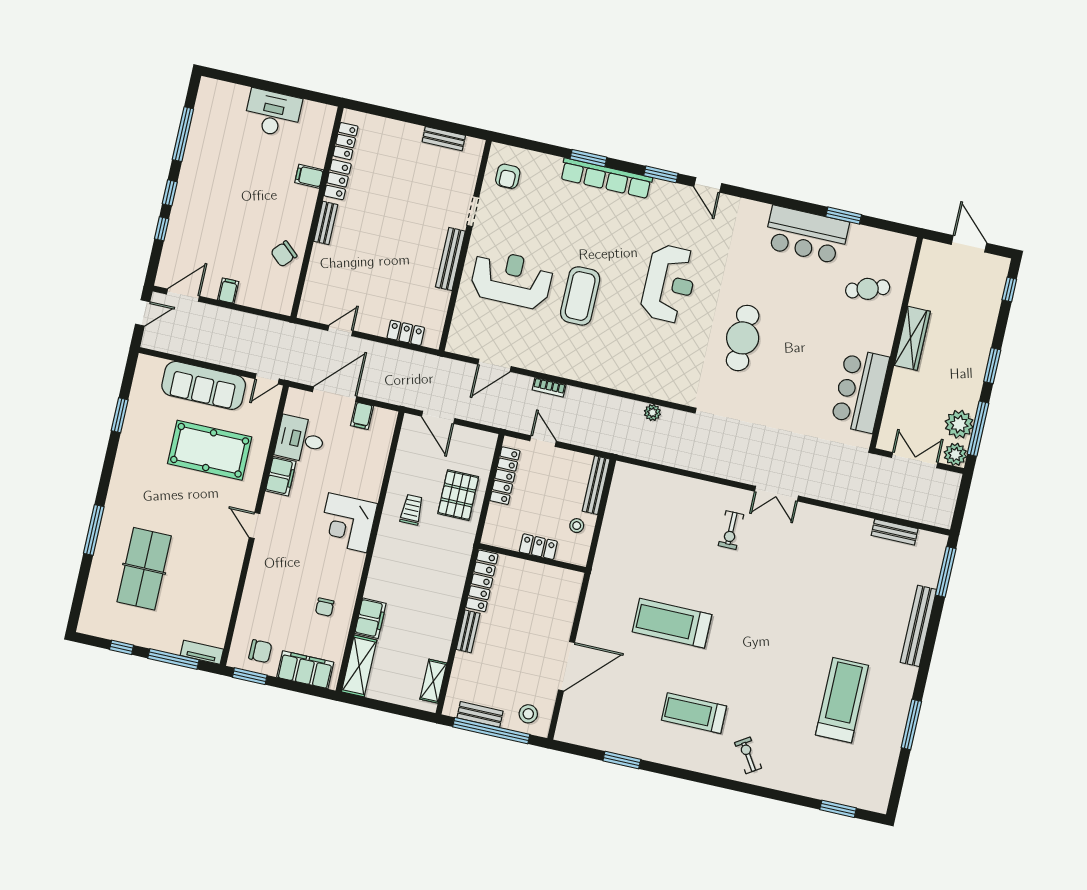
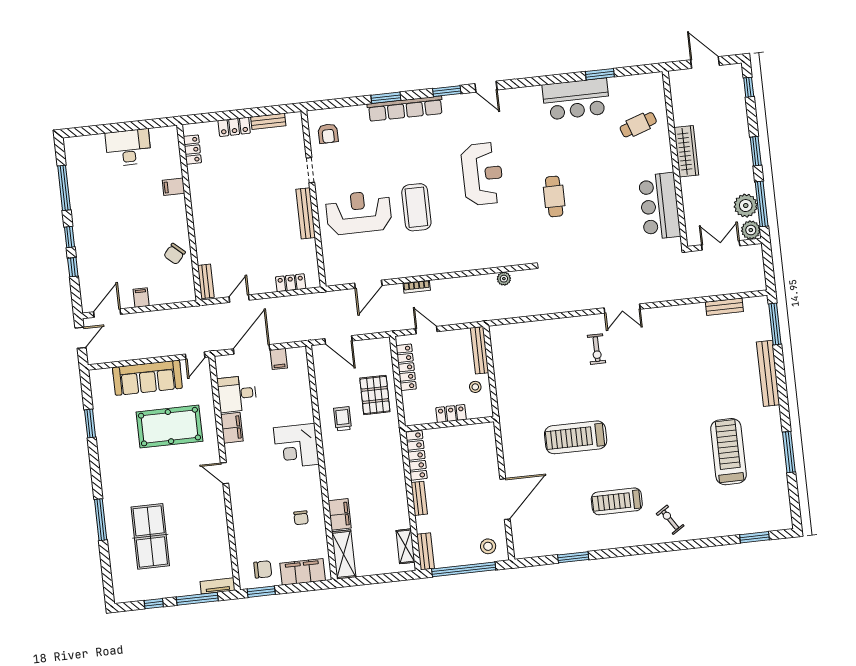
locker: (338, 180) -> (234, 127), moved, turned 90
bench: (326, 223) -> (206, 281), moved
cafe table: (743, 338) -> (554, 196), width x0.73, depth x0.74
bench: (480, 714) -> (425, 551), moved, turned 90

